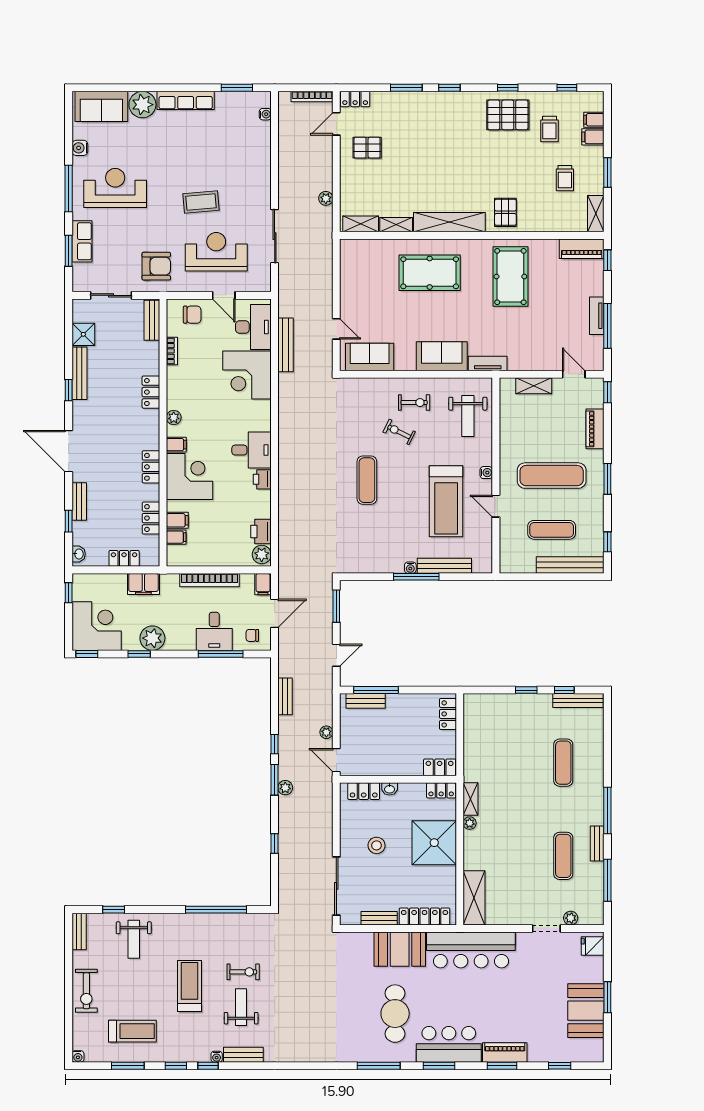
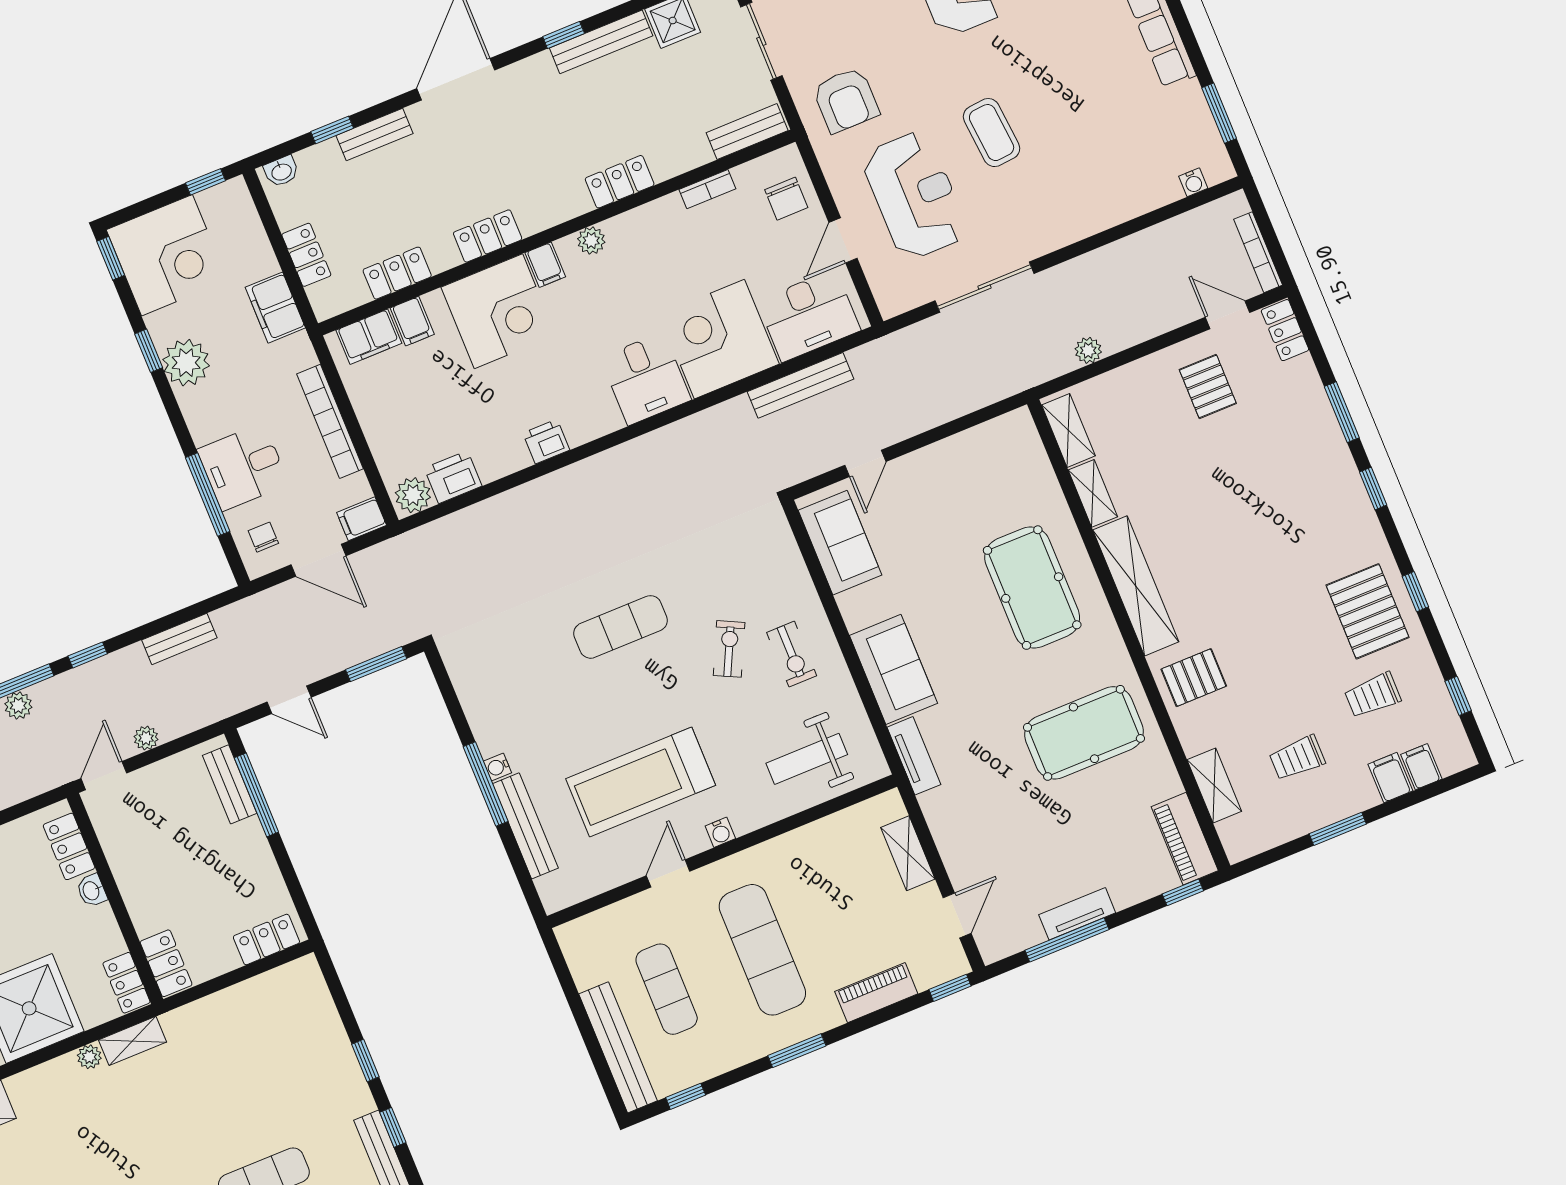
shelving: (596, 213) -> (1214, 786), moved, turned 90
desk: (252, 450) -> (646, 379), moved
filing cabinet: (176, 537) -> (369, 337), width x2.00

